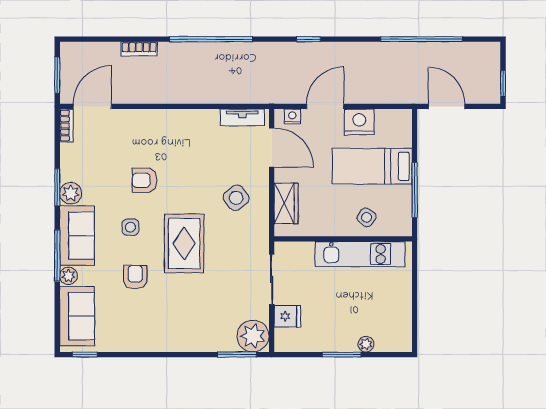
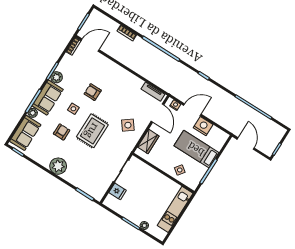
kitchen unit: (360, 254) -> (175, 209), moved, turned 90
plant: (253, 336) -> (58, 166), moved

